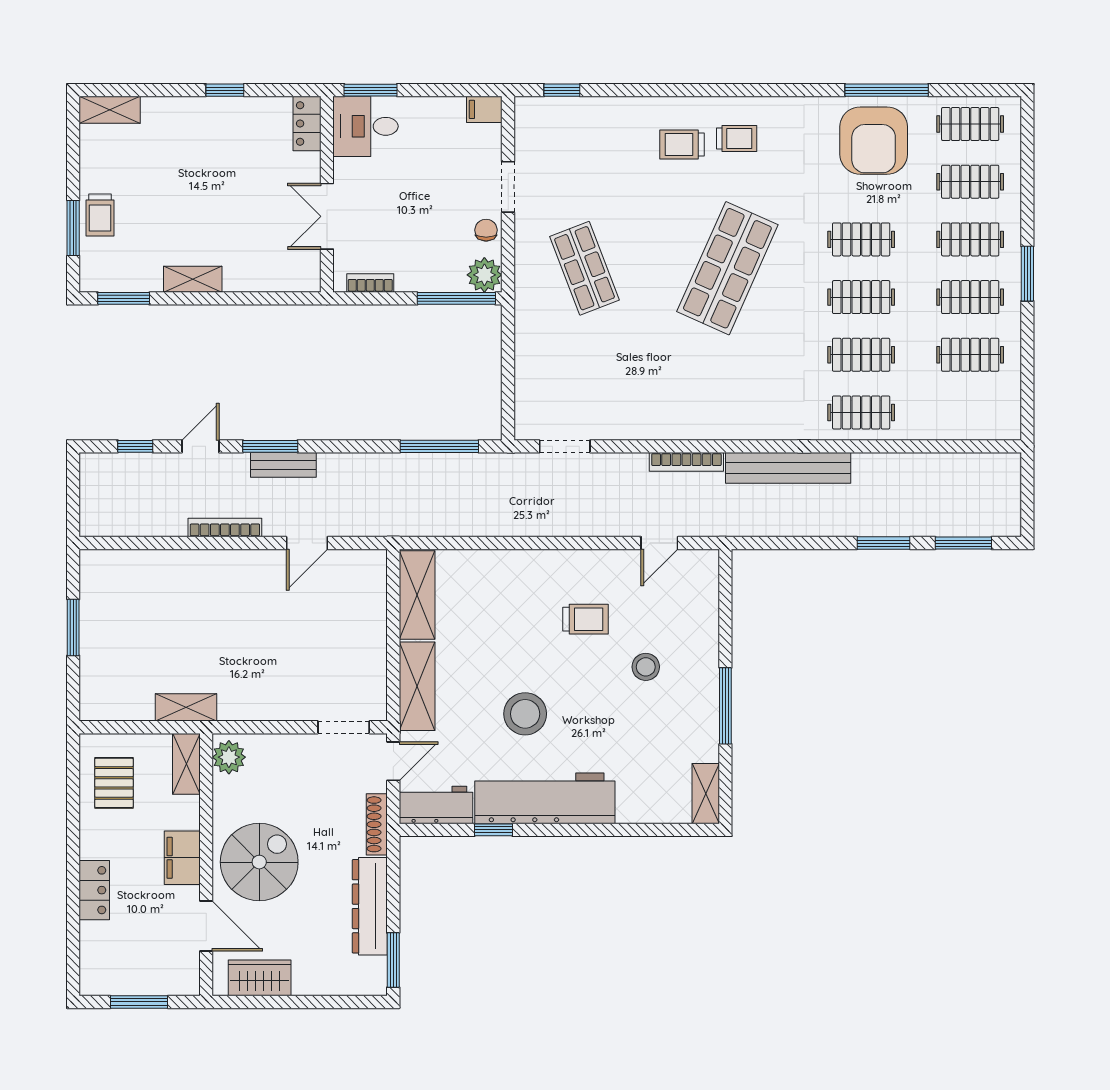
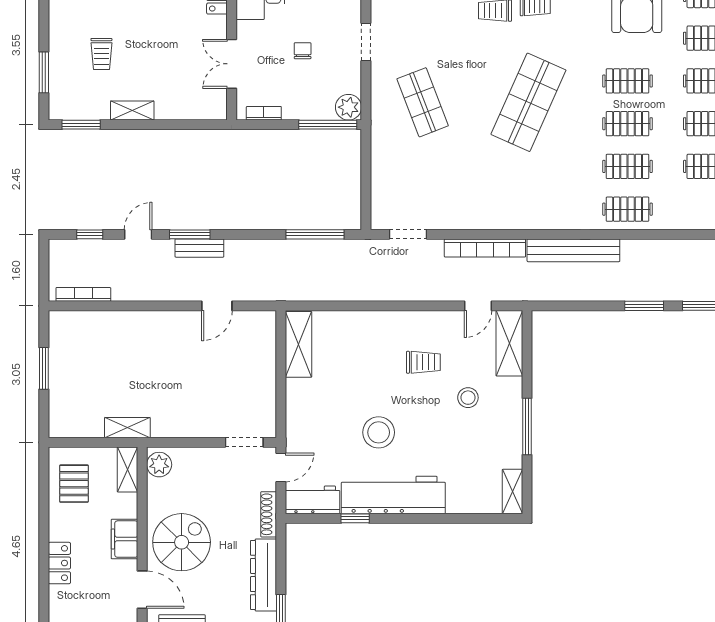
trolley: (100, 215) -> (101, 54), moved
chair: (486, 230) -> (303, 51), moved
bookcase: (686, 462) -> (485, 248), width x1.48, depth x1.31
bookcase: (225, 528) -> (83, 294), moved
shelving: (417, 686) -> (509, 343), moved

